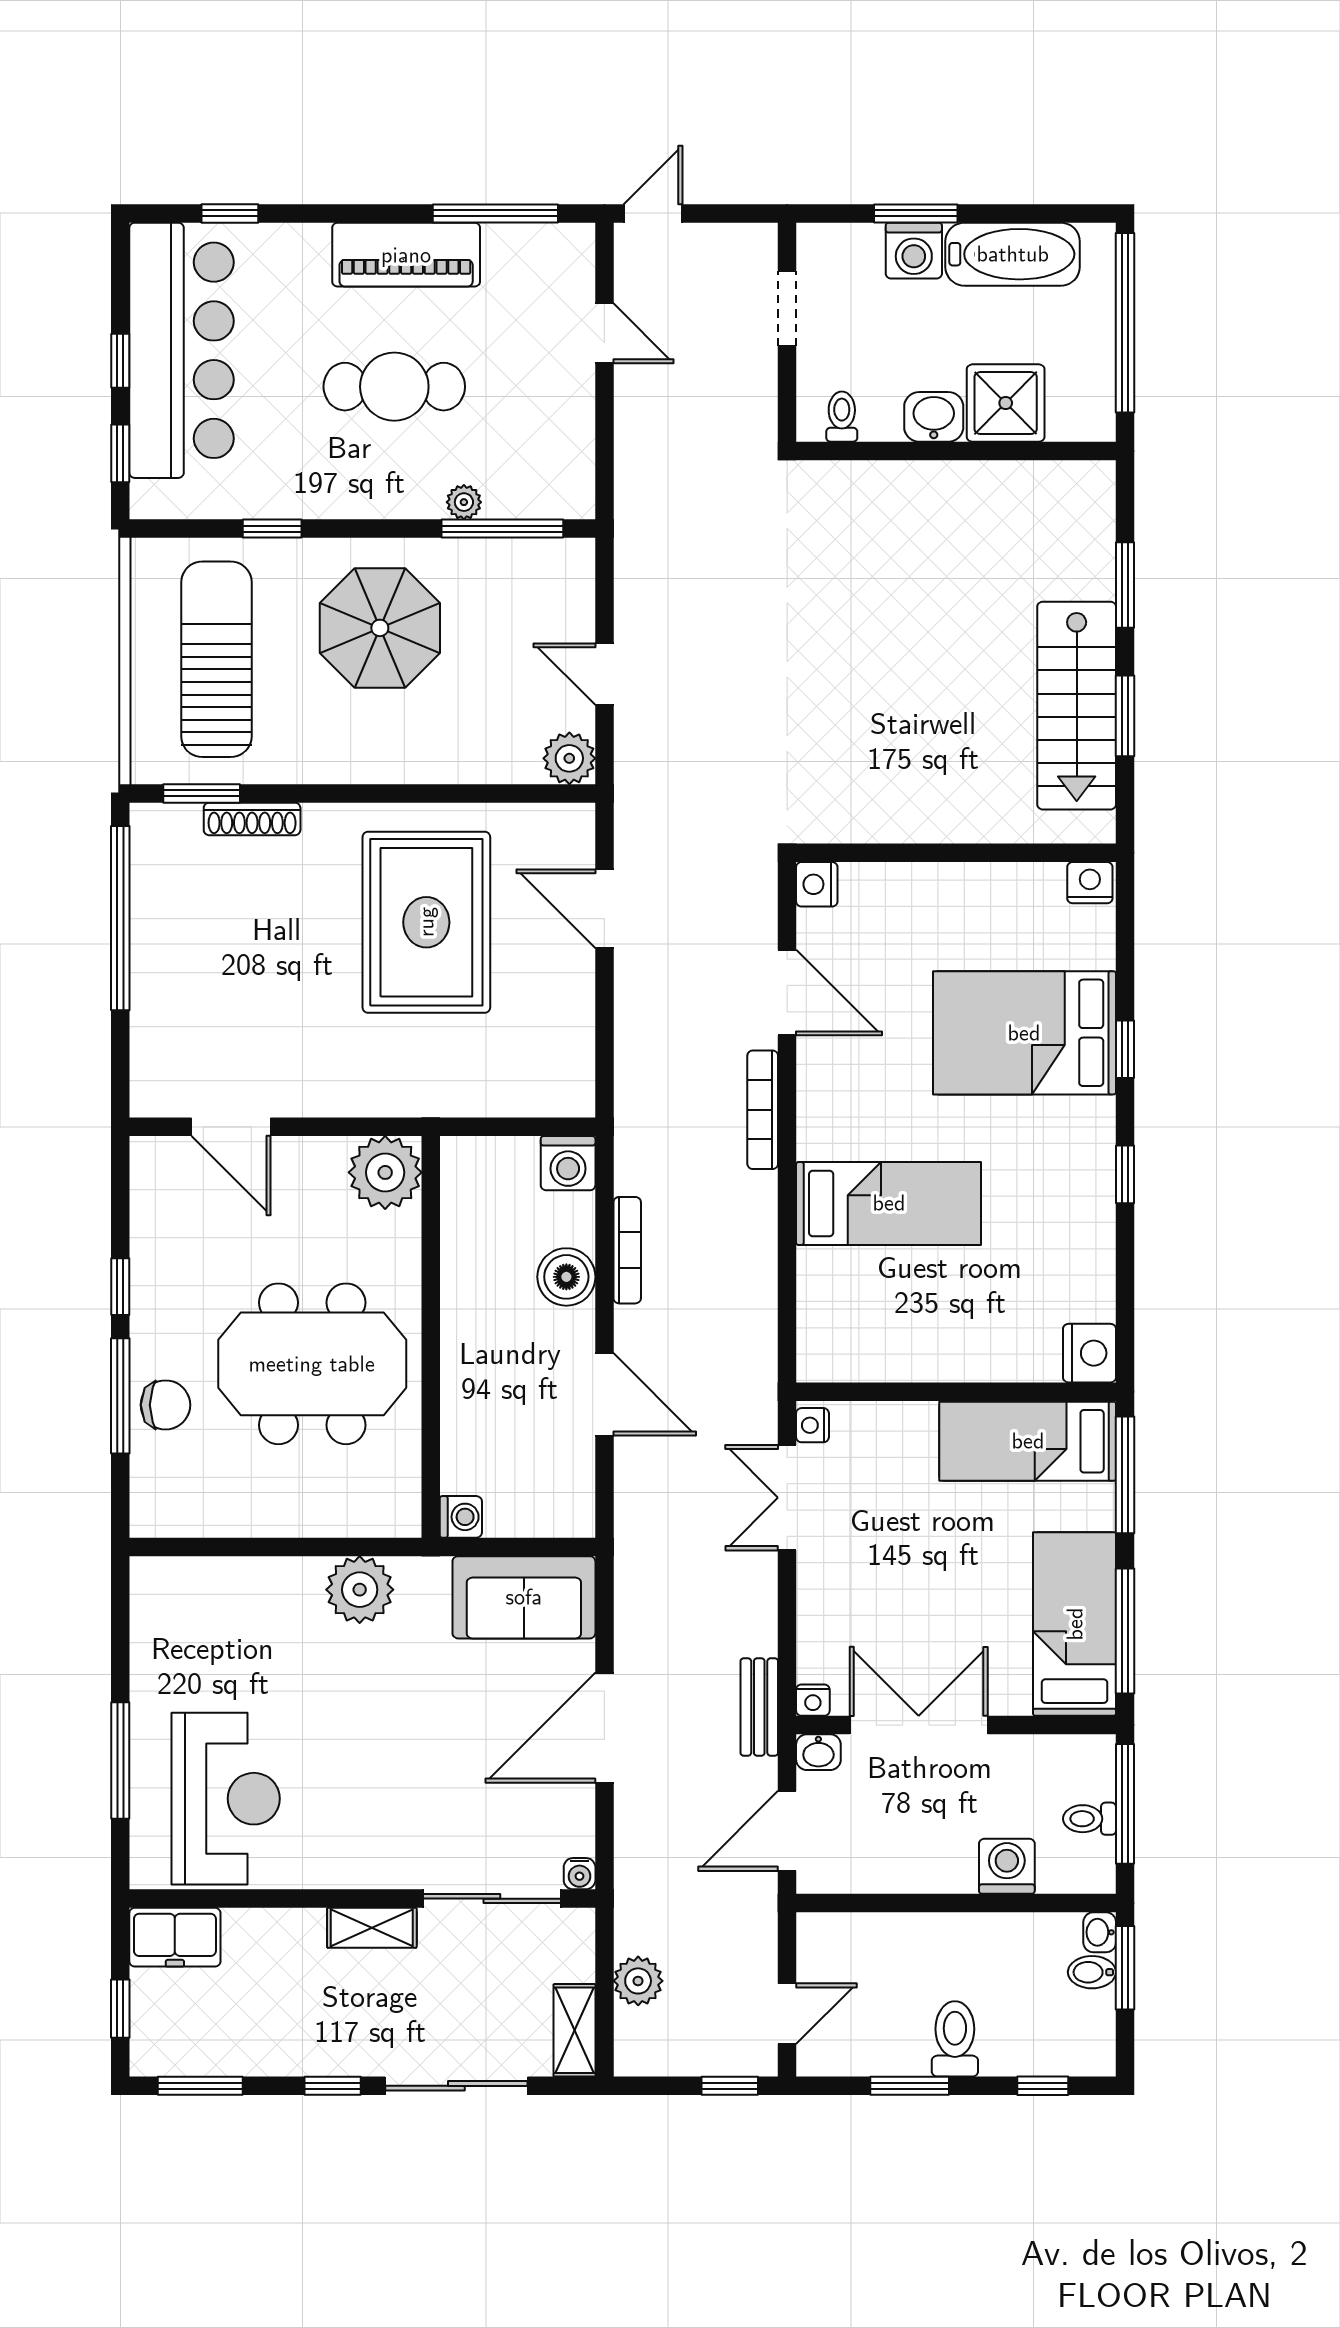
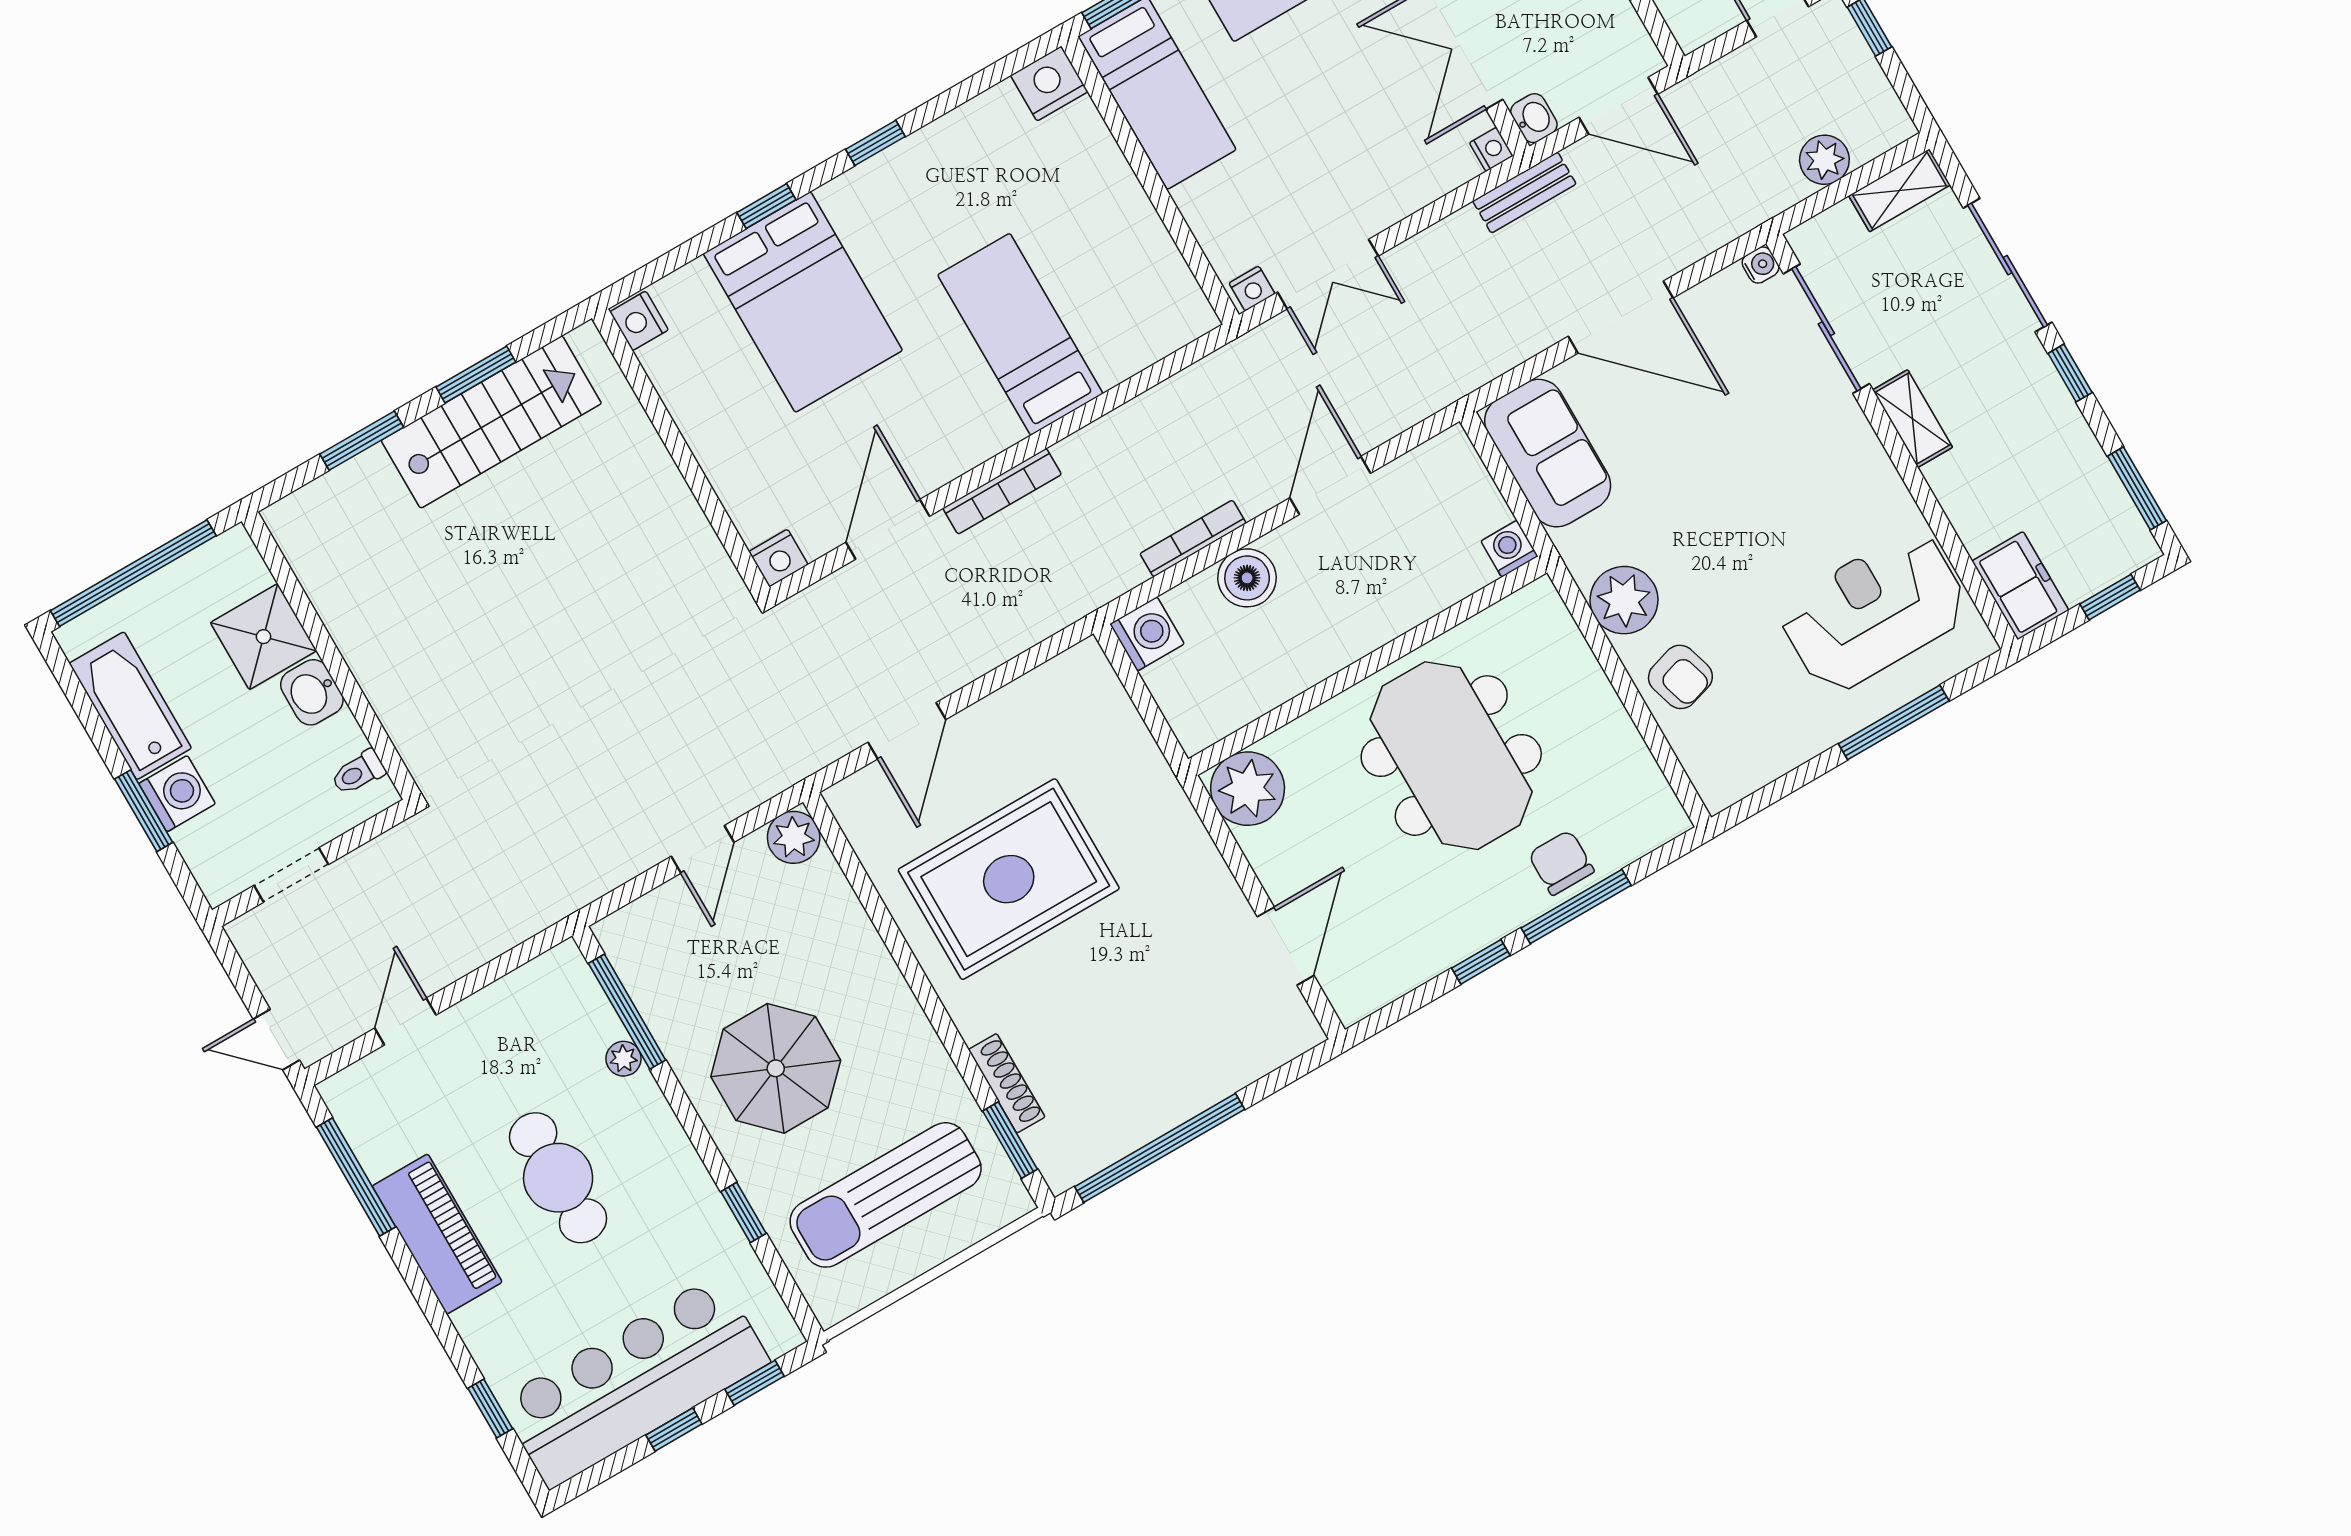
armchair: (266, 1600) -> (1680, 677), added

